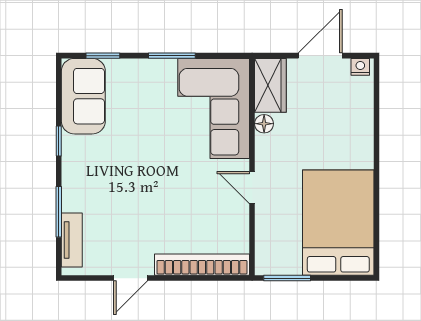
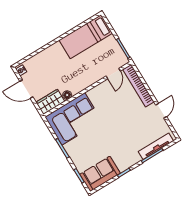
door: (252, 188) -> (113, 74), moved
bed: (338, 223) -> (86, 37), width x0.67
tv unit: (72, 240) -> (156, 146), width x1.41
door: (131, 278) -> (161, 111), hinge flipped

